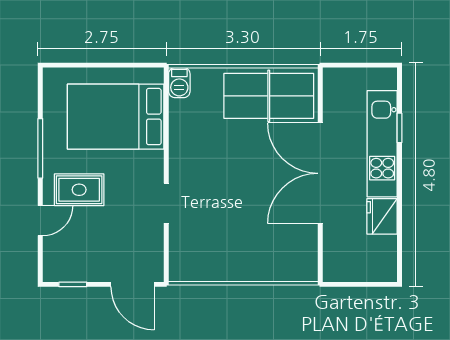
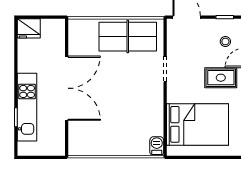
table tennis table: (269, 96) -> (128, 37), moved
fridge: (382, 216) -> (29, 28), moved, turned 90
stool: (72, 246) -> (225, 42), added

